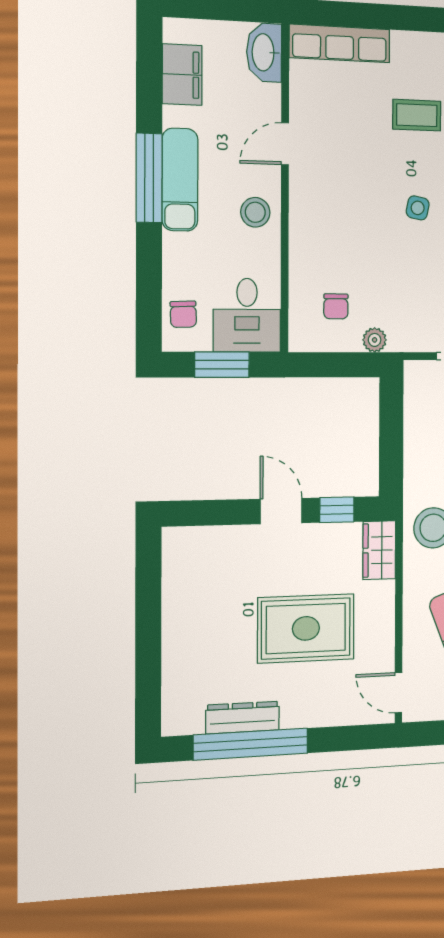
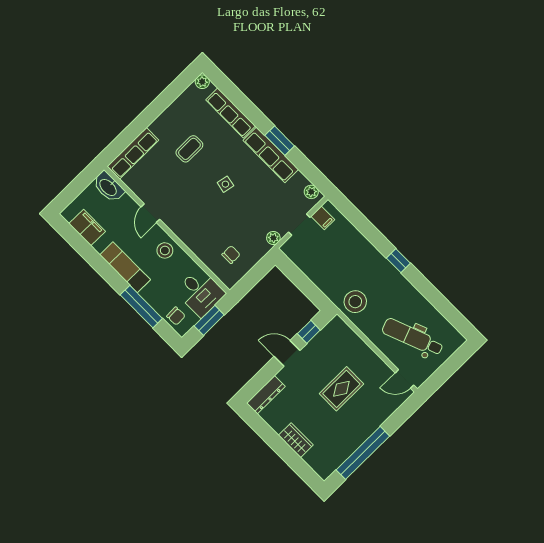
window: (149, 178) -> (141, 307), moved
chair: (336, 306) -> (231, 255), turned -90
plant: (375, 340) -> (273, 238), moved
wardrobe: (379, 550) -> (296, 440), moved, turned 180
rug: (306, 628) -> (341, 389), width x0.73, depth x0.70
dresser: (243, 718) -> (266, 395), moved, turned 180

